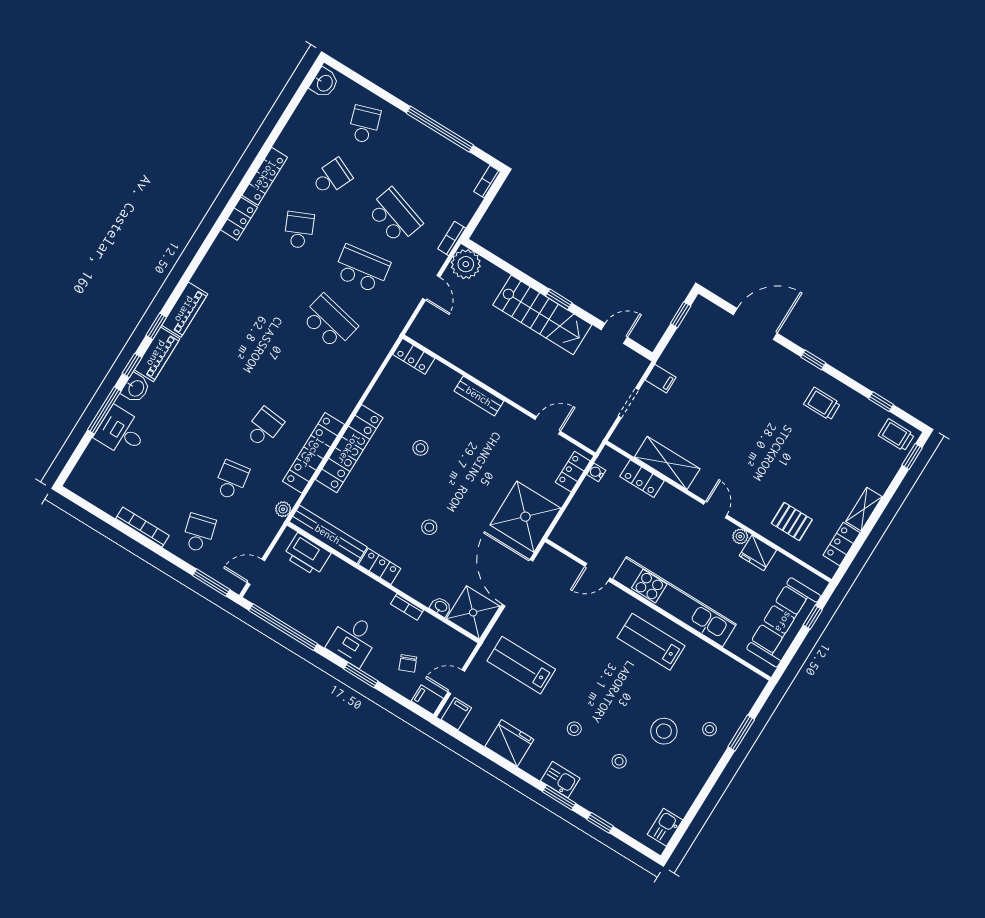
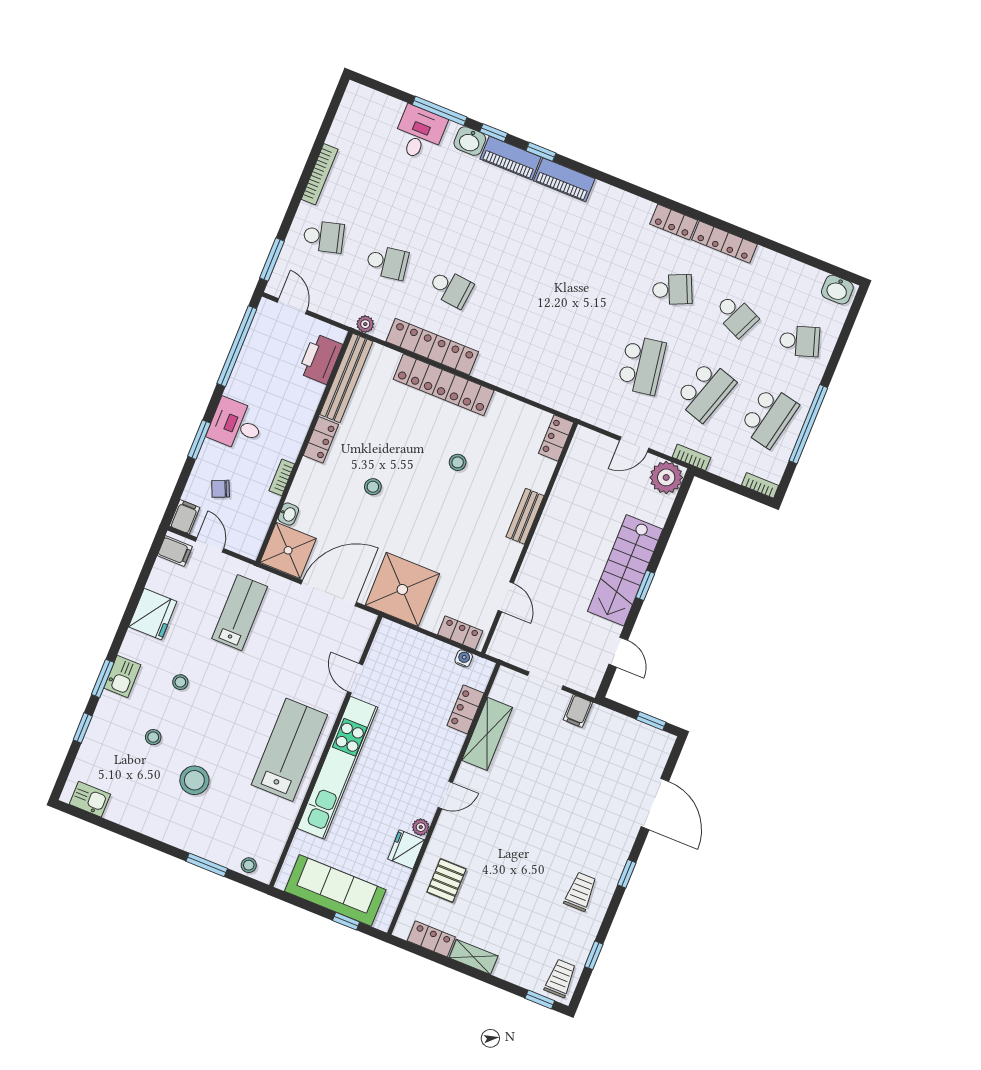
school desk: (329, 322) -> (769, 417), moved
lab bench: (651, 642) -> (289, 750), width x1.36, depth x1.39
stool: (709, 729) -> (249, 865), moved

